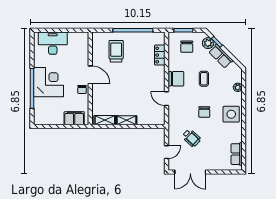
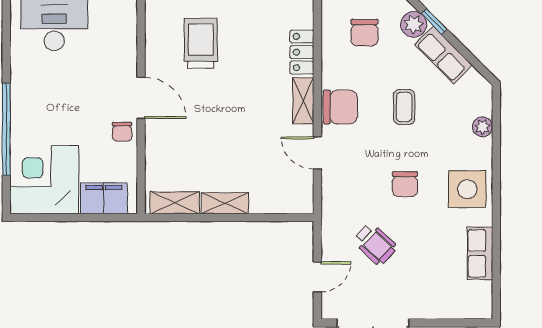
shelving: (160, 76) -> (303, 101), added
corner desk: (48, 82) -> (44, 180), moved, turned -90
row of seats: (237, 154) -> (480, 253), moved

